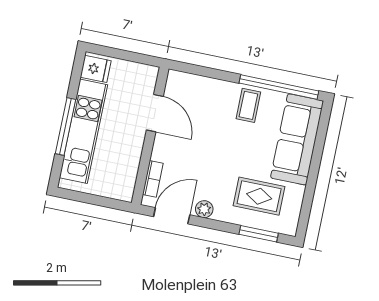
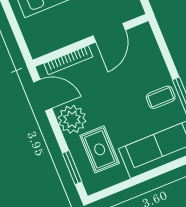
bookcase: (153, 179) -> (68, 60), width x1.56
plant: (204, 209) -> (72, 119), width x1.88, depth x1.88

